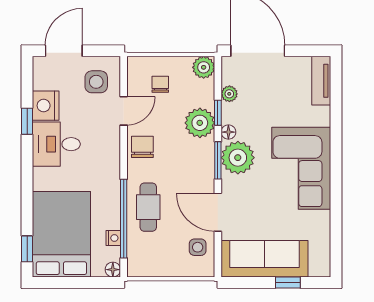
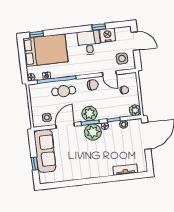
tv unit: (321, 81) -> (125, 170), moved
plant: (200, 123) -> (89, 114), moved
corner sofa: (301, 168) -> (91, 164), removed

